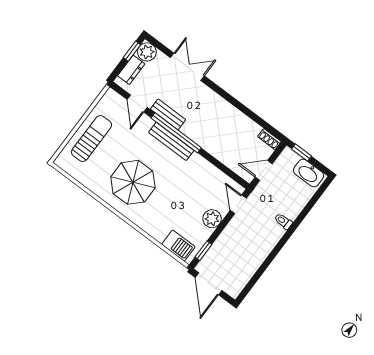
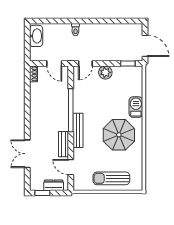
plant: (147, 52) -> (36, 184), removed
door: (137, 103) -> (71, 167), swing flipped
window: (176, 133) -> (71, 110), moved
window: (302, 152) -> (27, 49), removed
barbecue: (178, 246) -> (136, 107), moved
door: (209, 284) -> (145, 46), hinge flipped

